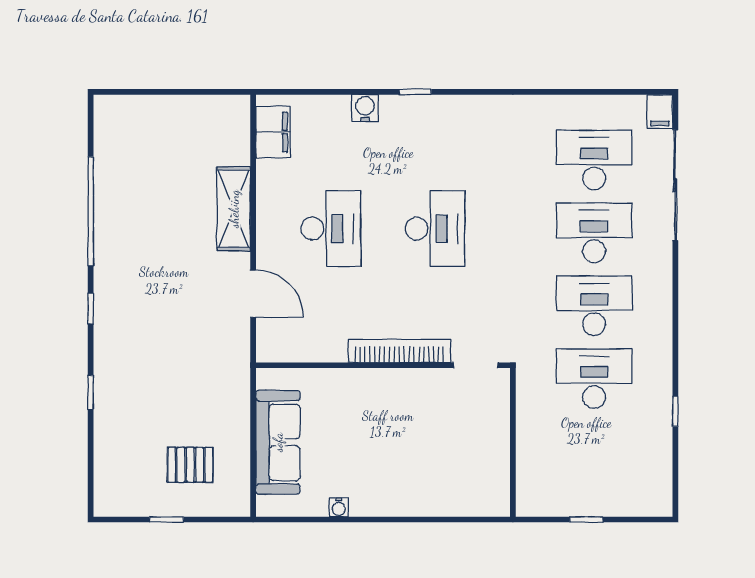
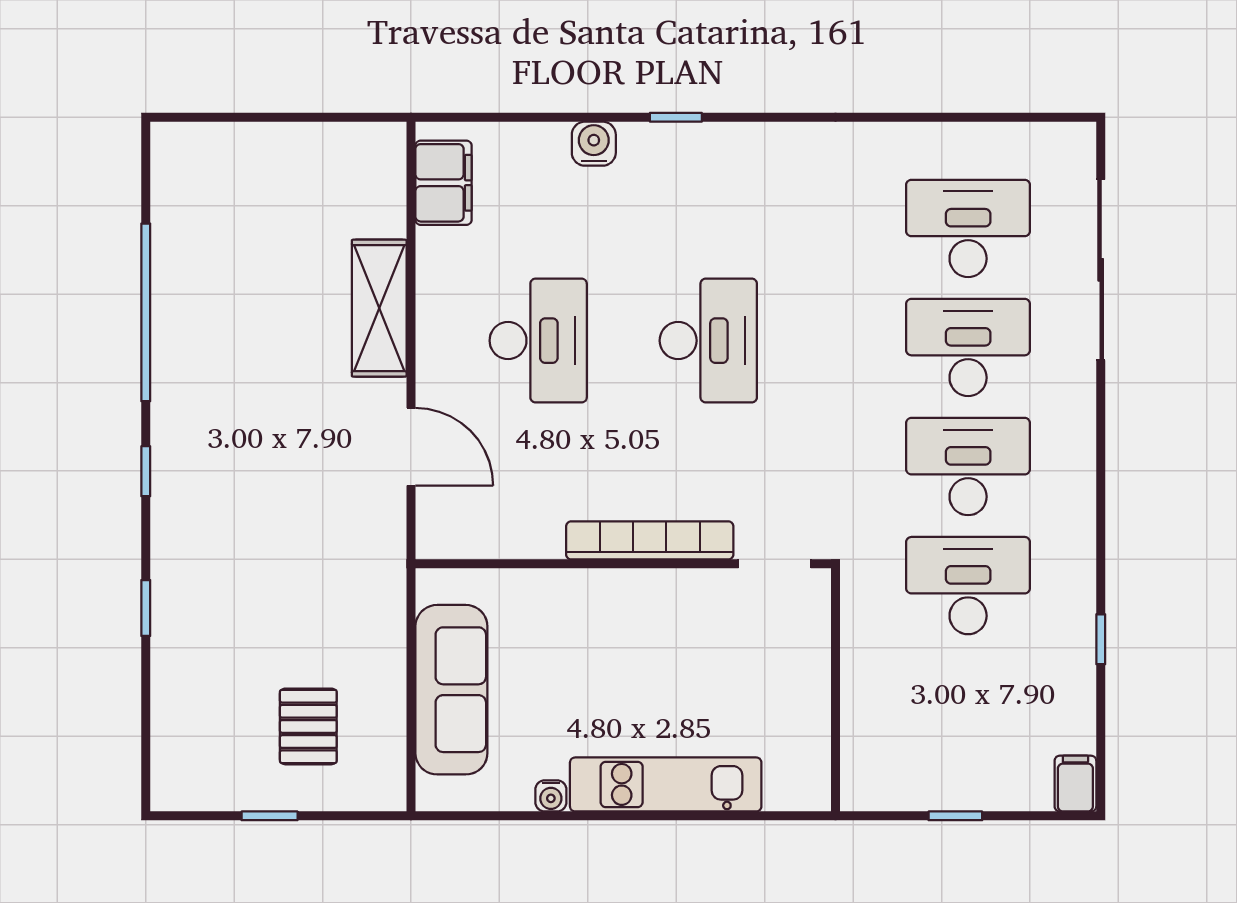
filing cabinet: (660, 112) -> (1075, 784), moved, turned 180
pallet: (190, 465) -> (308, 726), turned 90
kitchen unit: (409, 500) -> (666, 784), added

